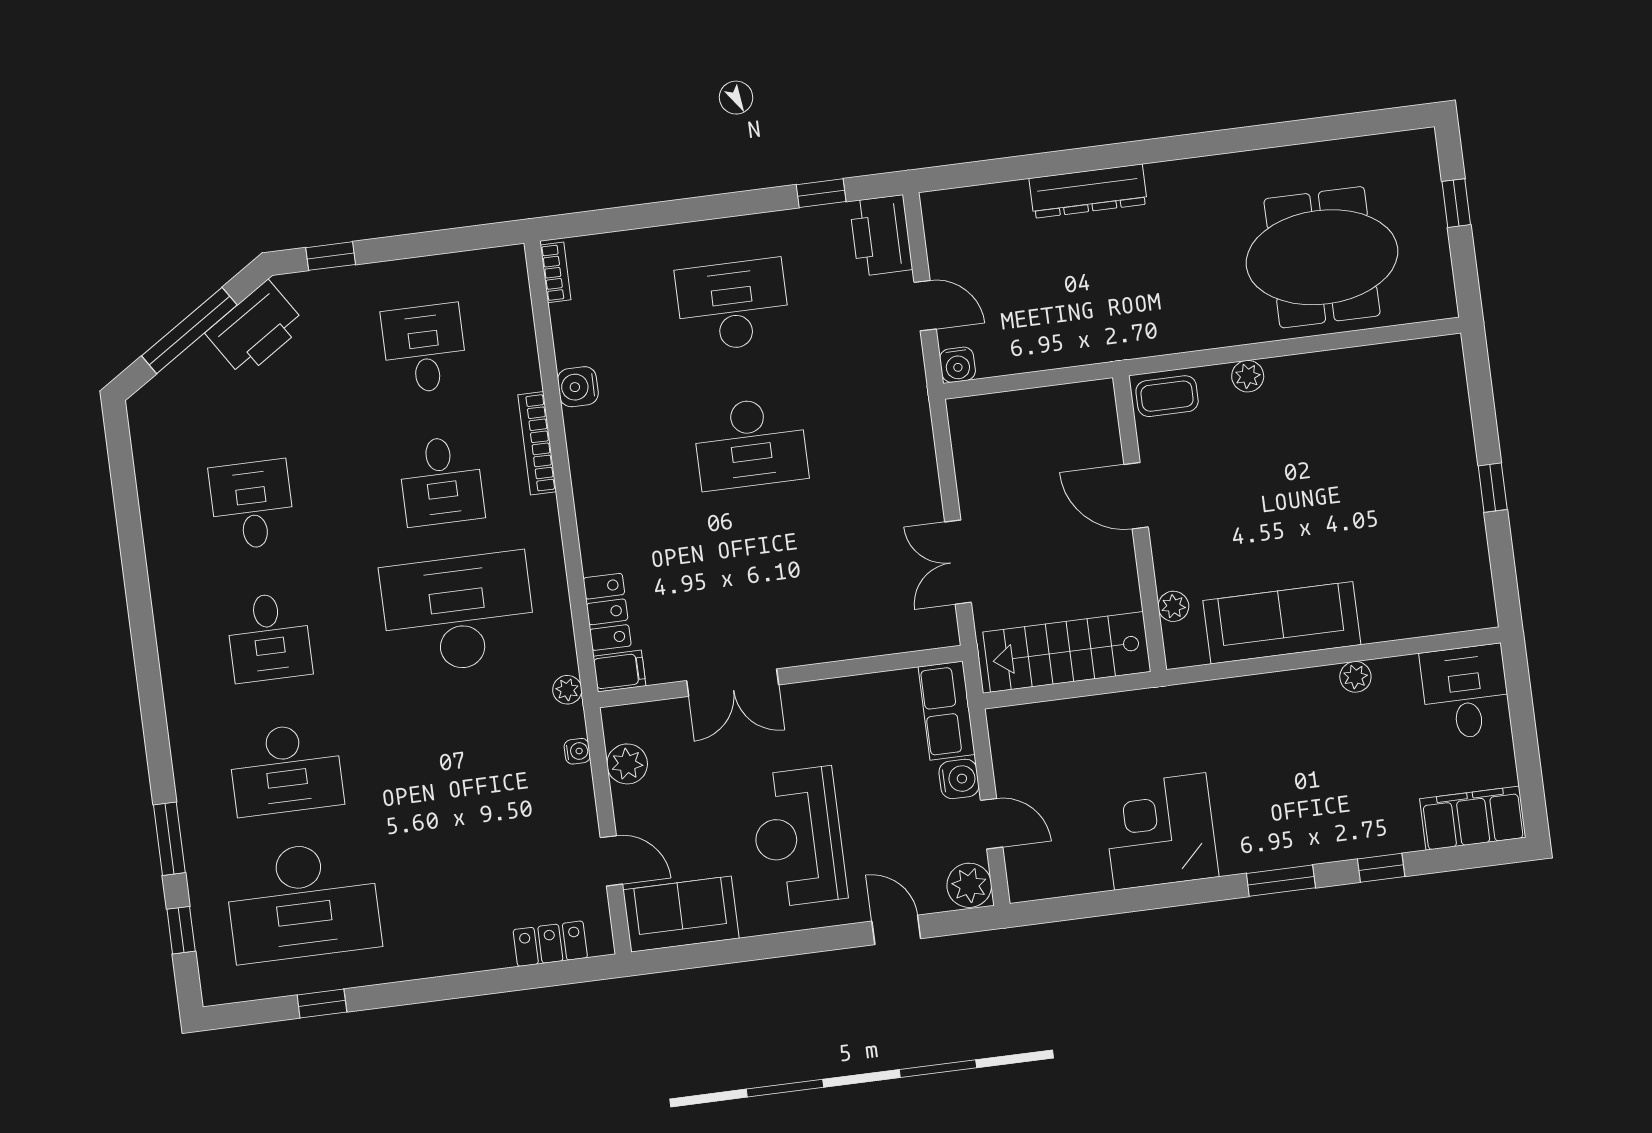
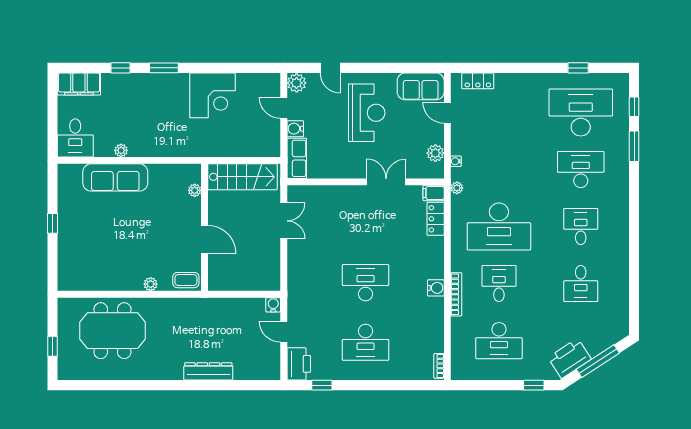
desk: (424, 349) -> (499, 341), width x1.37
water cooler: (578, 387) -> (436, 288), moved
sofa: (1282, 623) -> (115, 177), moved

